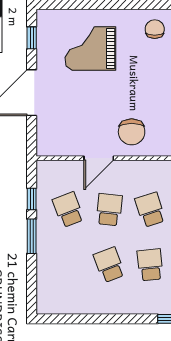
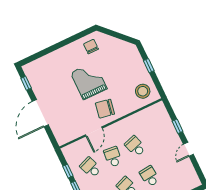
grand piano: (90, 49) -> (89, 81), moved, turned 90
chair: (132, 132) -> (105, 109), turned 100

